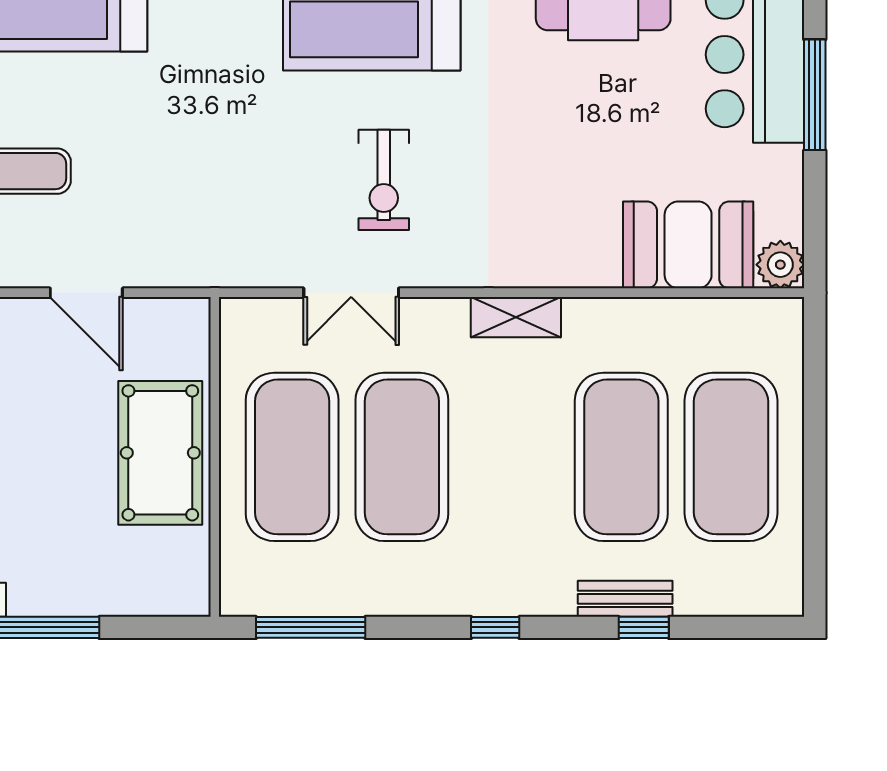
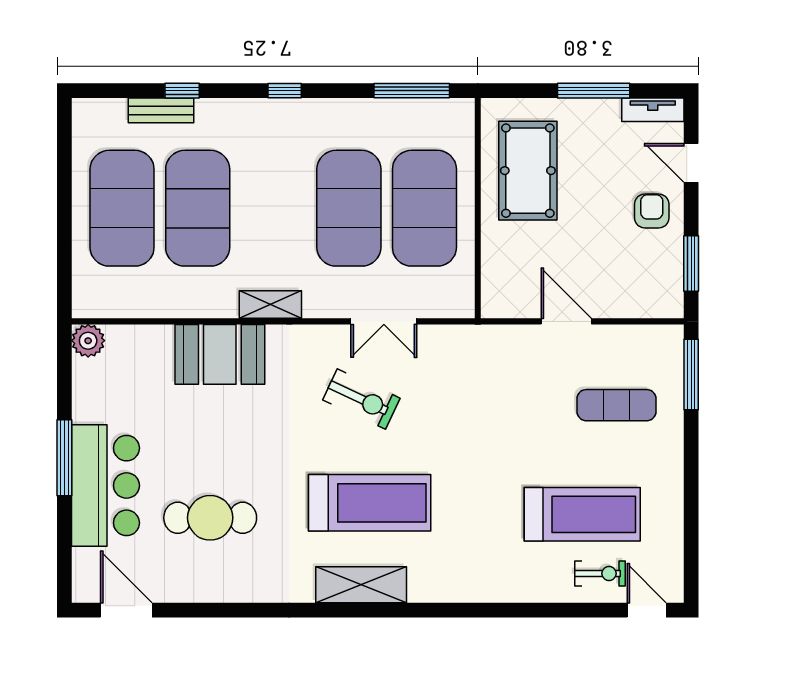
exercise bike: (384, 180) -> (361, 399), turned 115
booth: (688, 245) -> (220, 354), moved
double door: (351, 293) -> (384, 321), swing flipped
pool table: (160, 453) -> (528, 171), moved
bench: (625, 599) -> (161, 110), moved

